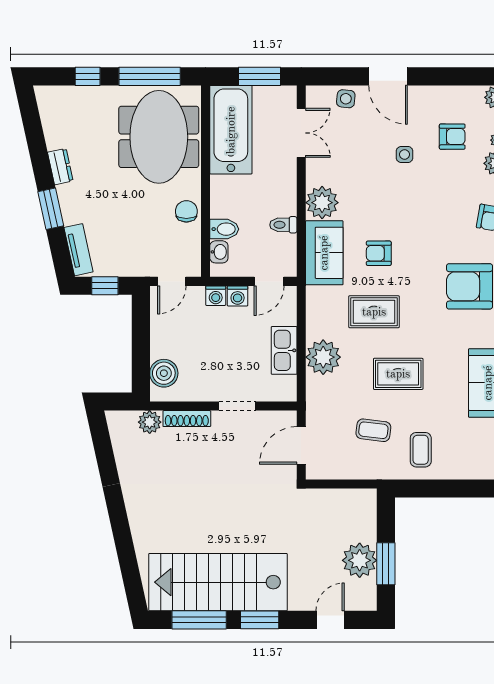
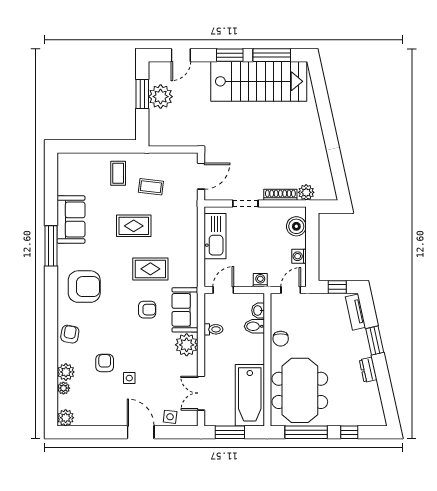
armchair: (452, 137) -> (105, 363), moved, turned 90
washing machine: (238, 296) -> (299, 256), moved, turned -90
kitchen sink: (284, 350) -> (215, 236), width x1.36, depth x1.24
plant: (323, 357) -> (186, 237), removed

